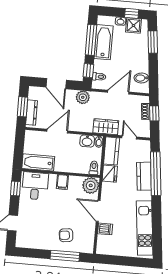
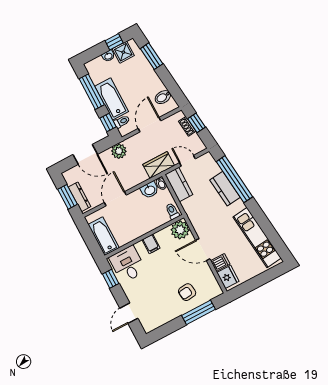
bathtub: (104, 42) -> (112, 99), moved
bathtub: (38, 162) -> (104, 236), moved, turned 90
fridge: (110, 174) -> (228, 277), moved

